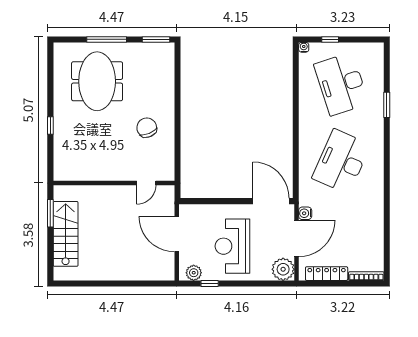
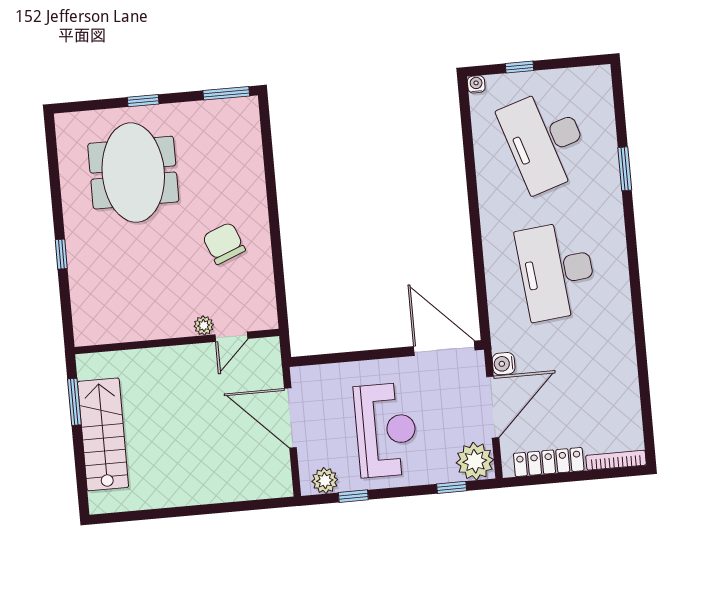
window: (107, 39) -> (143, 101), width x0.46
desk: (341, 161) -> (557, 271), turned -30
plant: (130, 175) -> (204, 326), added
reception desk: (232, 246) -> (386, 430), turned 180
window: (268, 283) -> (452, 487), added

